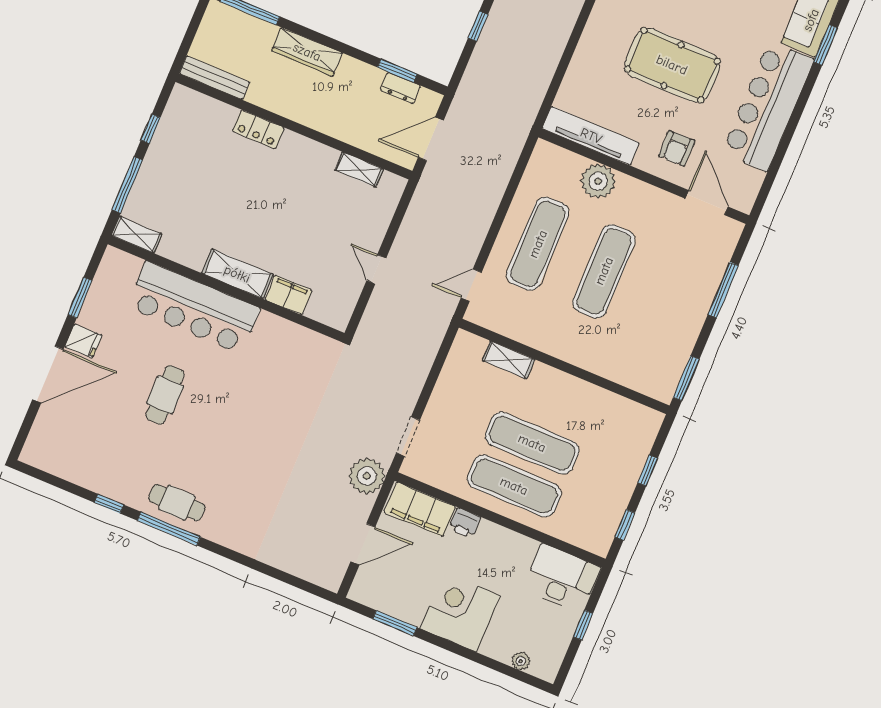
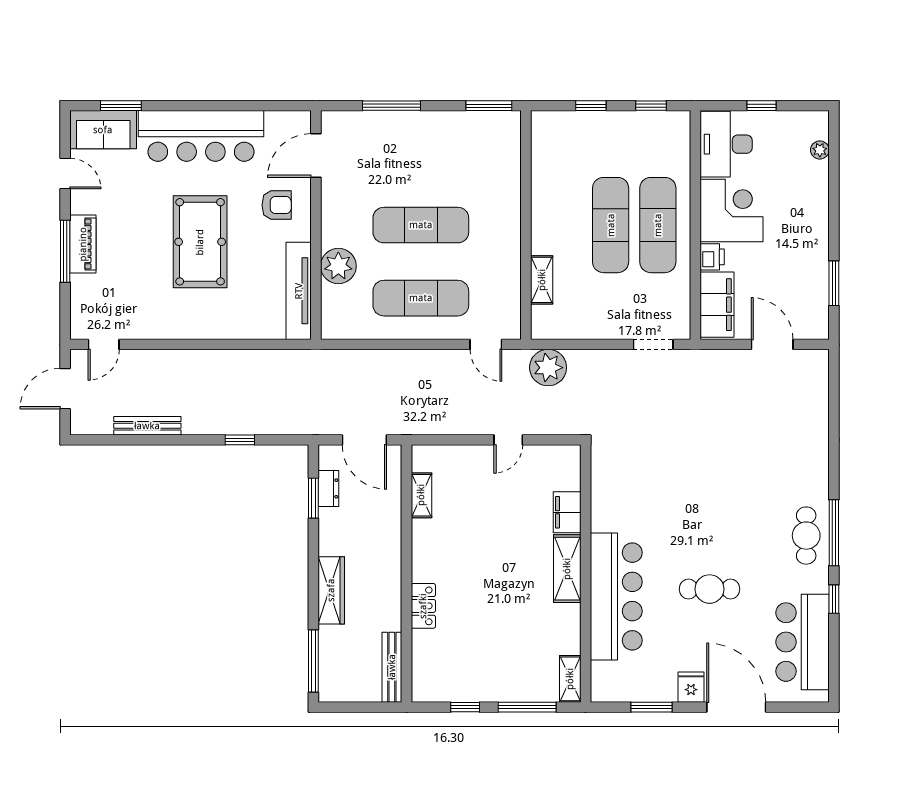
bar counter: (82, 459) -> (802, 642), added
plant: (367, 476) -> (548, 368), moved
corner desk: (460, 612) -> (731, 210), moved, turned 180

